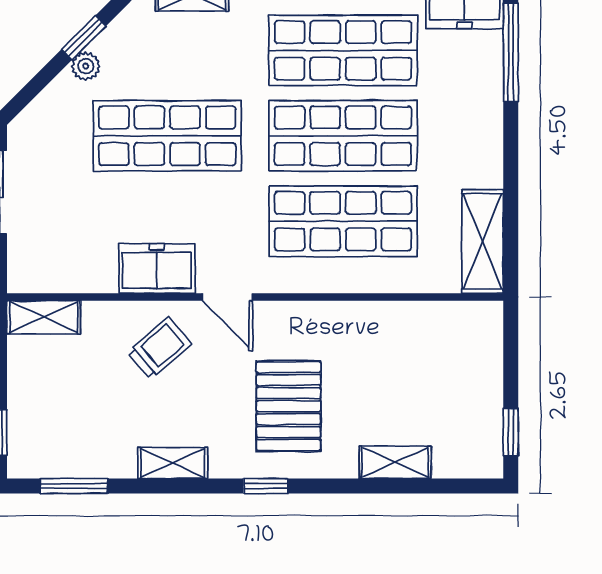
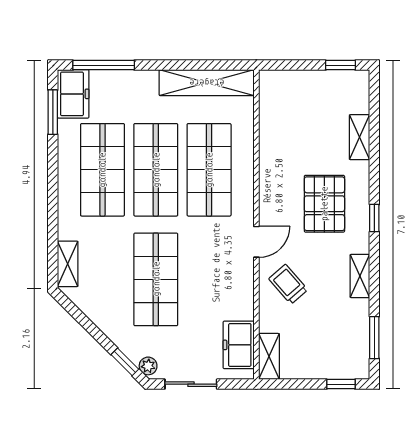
window: (84, 38) -> (125, 362), moved
plant: (86, 66) -> (148, 366), moved
shelving: (483, 241) -> (207, 83), width x1.47
freezer: (157, 269) -> (239, 345), moved
pallet: (289, 406) -> (324, 204), turned 90

